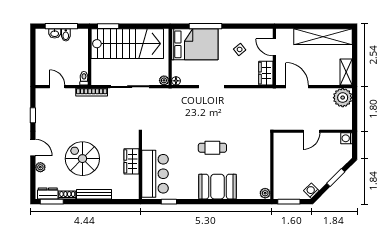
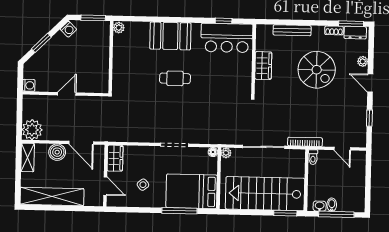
washbasin: (55, 33) -> (320, 206), moved
boiler: (319, 78) -> (57, 152), added
bar counter: (155, 174) -> (227, 38), moved, turned -90
bench: (94, 194) -> (292, 30), moved

